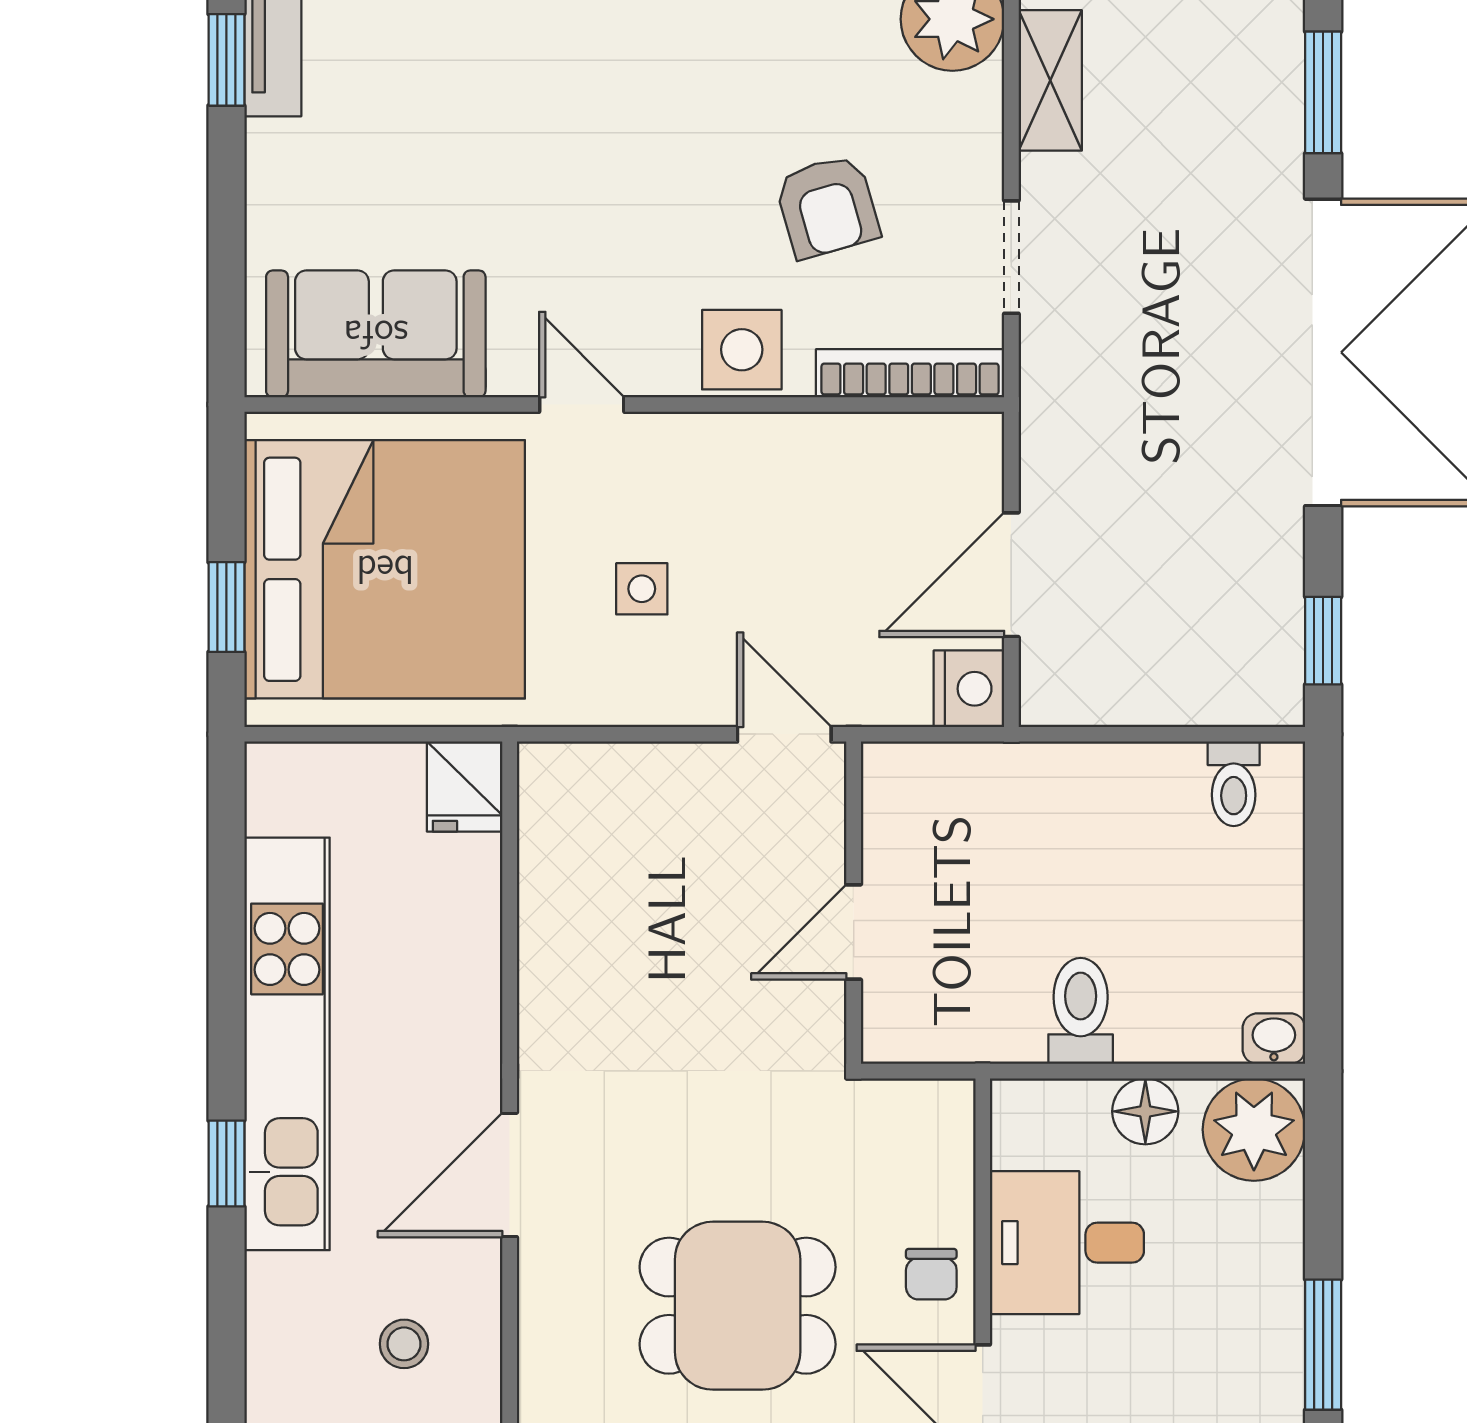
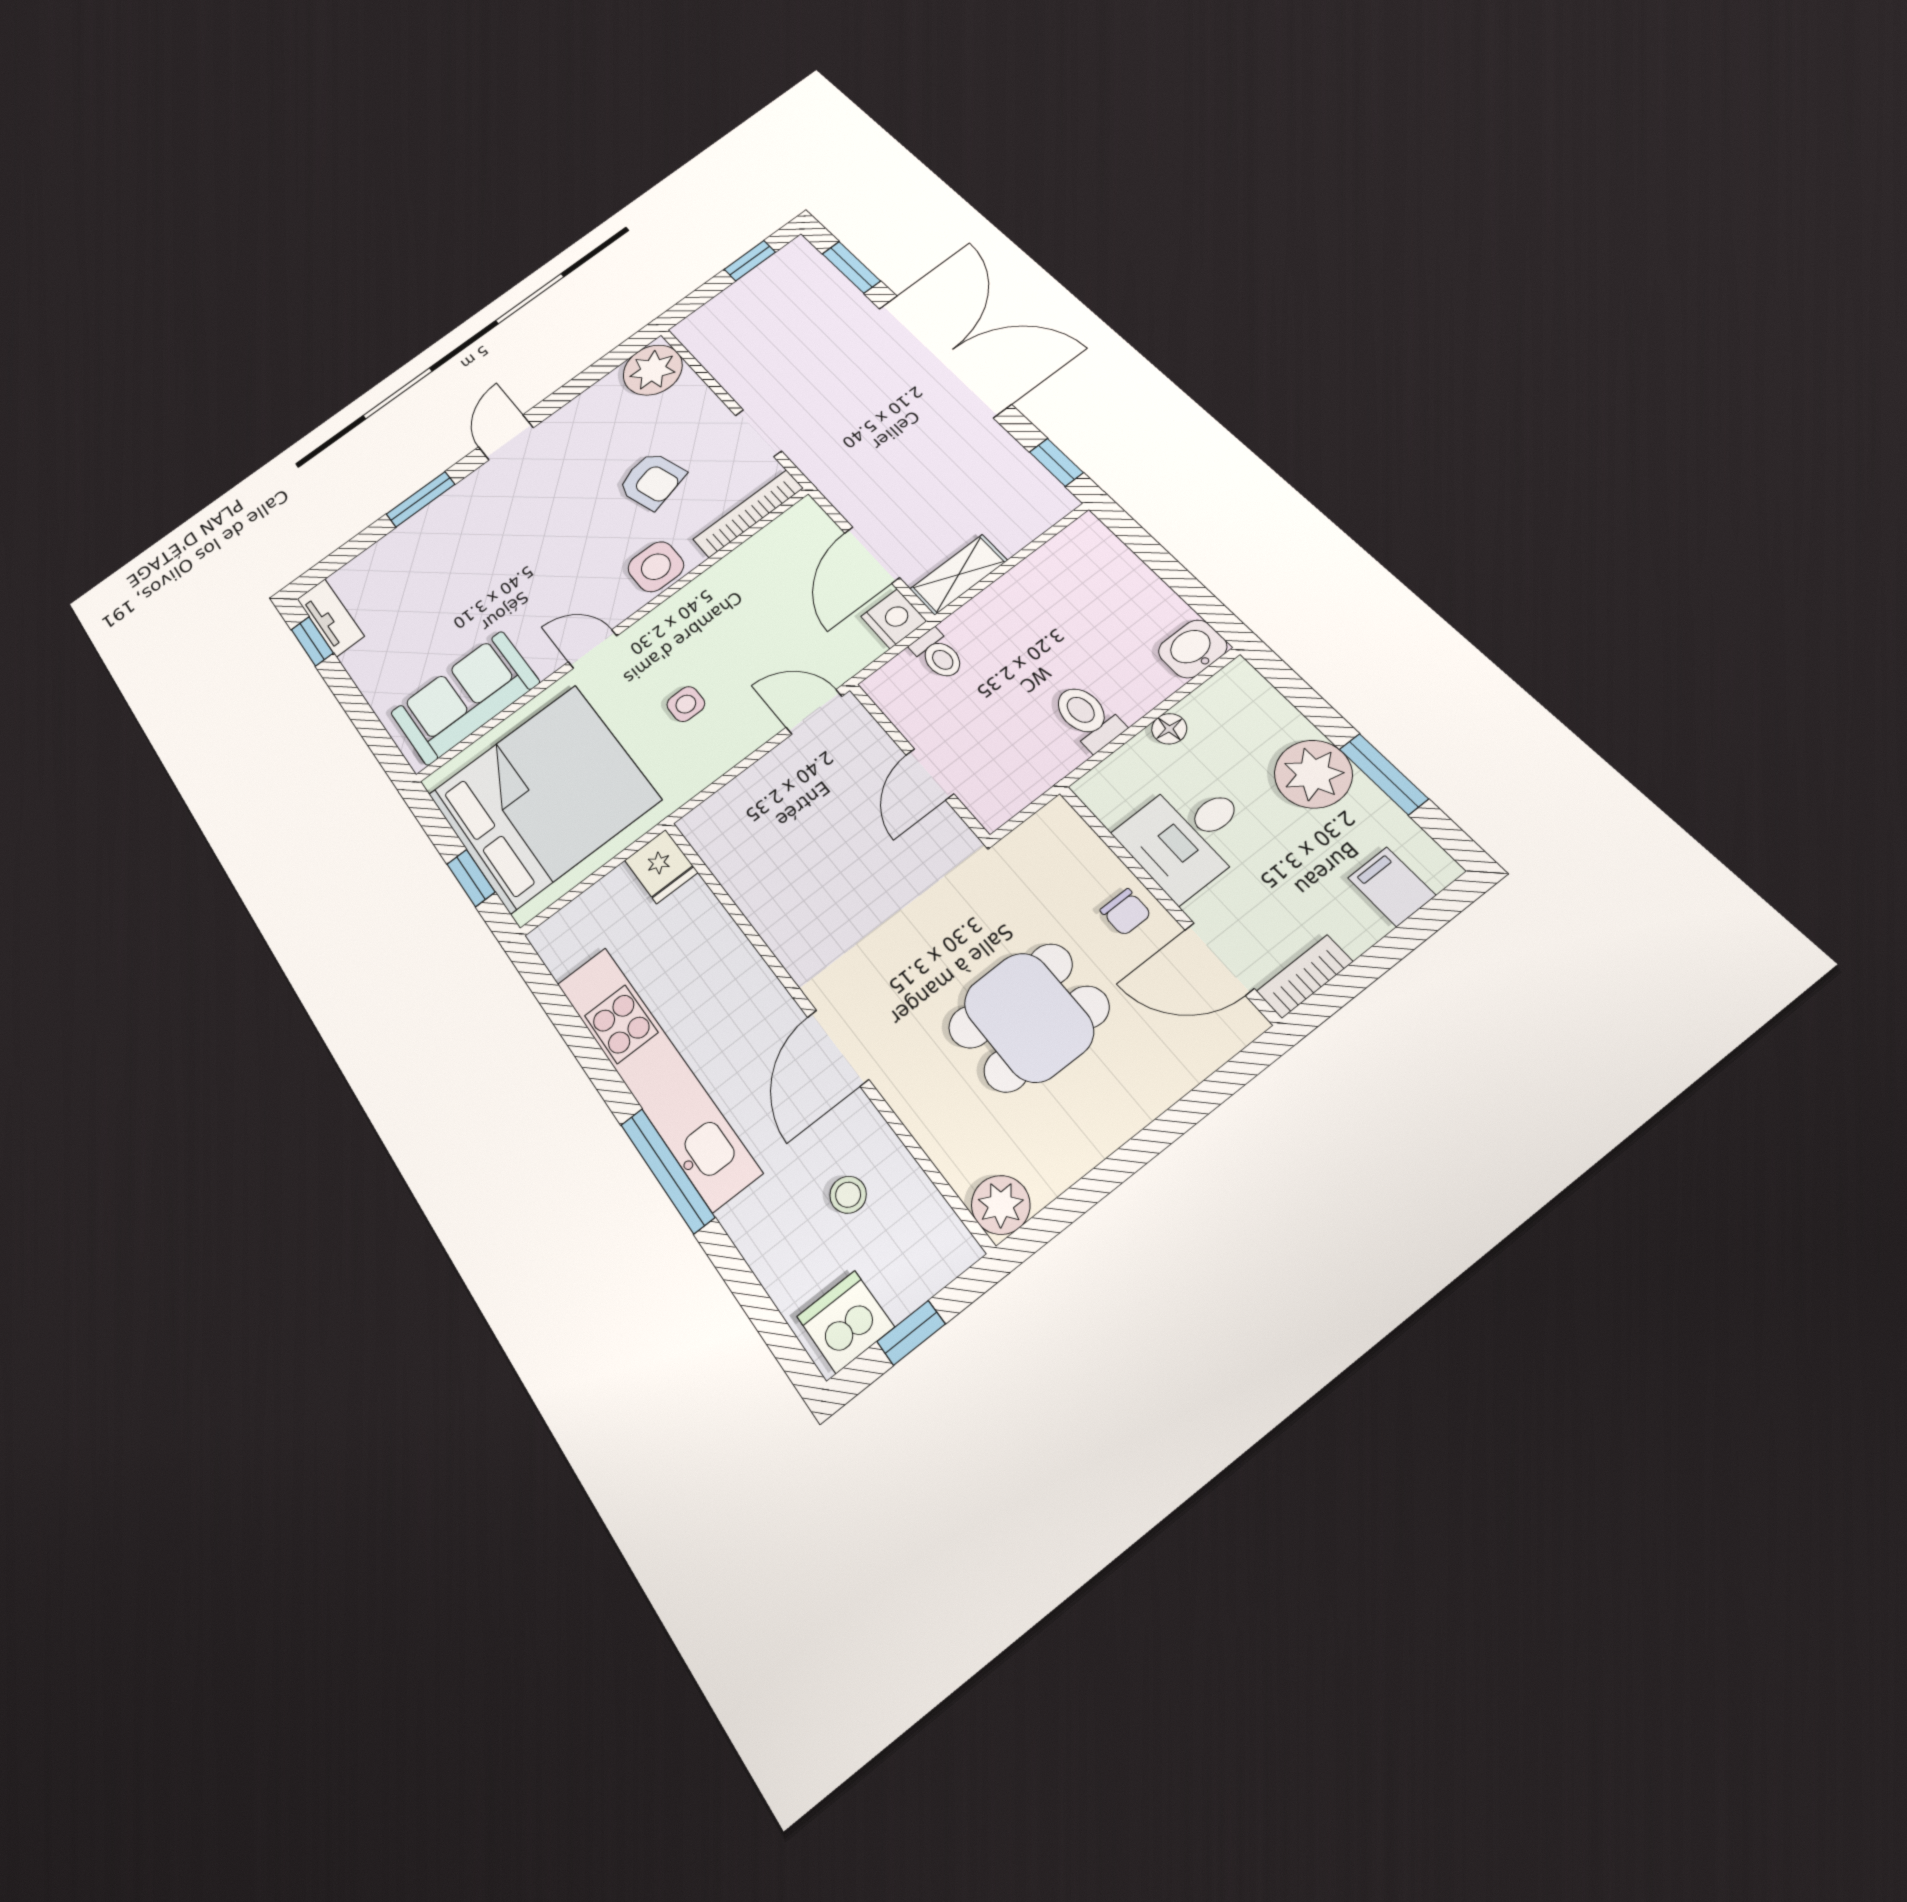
shelving: (1050, 80) -> (959, 575), moved, turned 90
toilet: (1234, 784) -> (938, 655), moved
washbasin: (1274, 1039) -> (1193, 649), width x1.38, depth x1.45
floor lamp: (1145, 1111) -> (1169, 729), width x0.73, depth x0.73
plant: (1254, 1130) -> (1313, 774), moved
window: (226, 1164) -> (667, 1171), width x2.17

